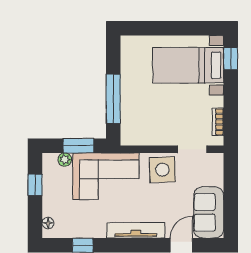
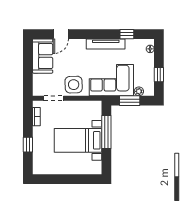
window: (231, 59) -> (28, 145), moved
bed with nightstands: (188, 65) -> (78, 140), moved, turned 180
tv unit: (136, 230) -> (106, 44), moved

